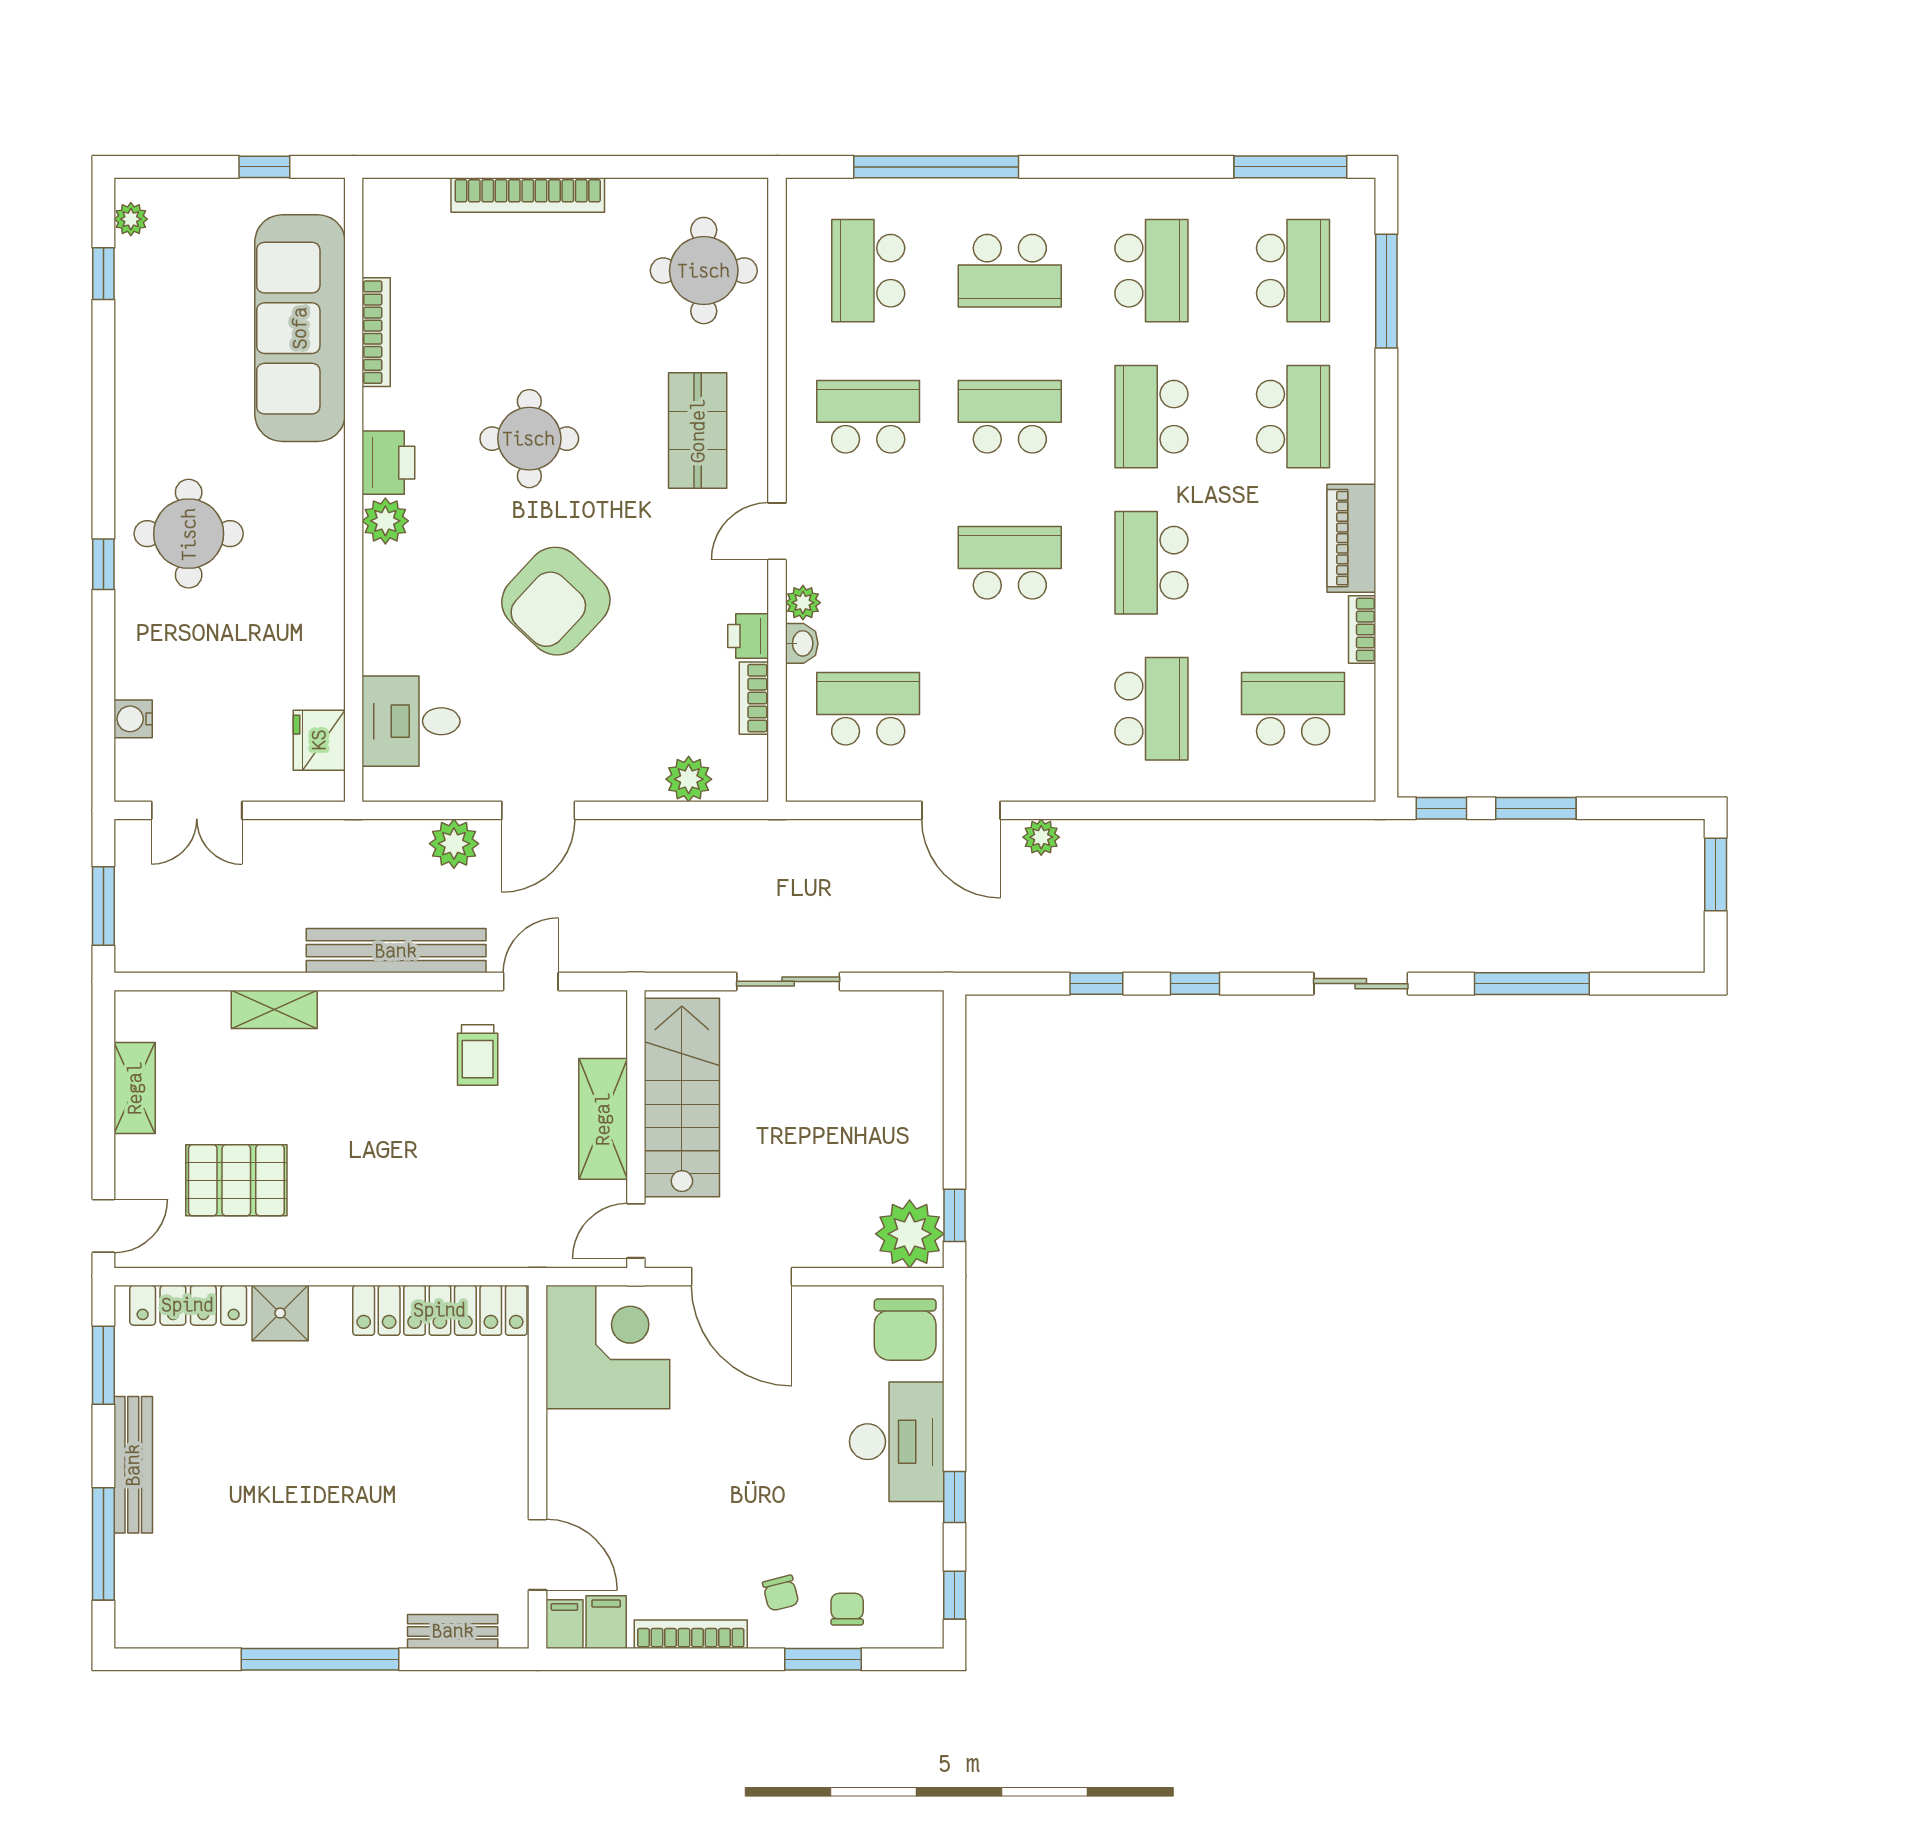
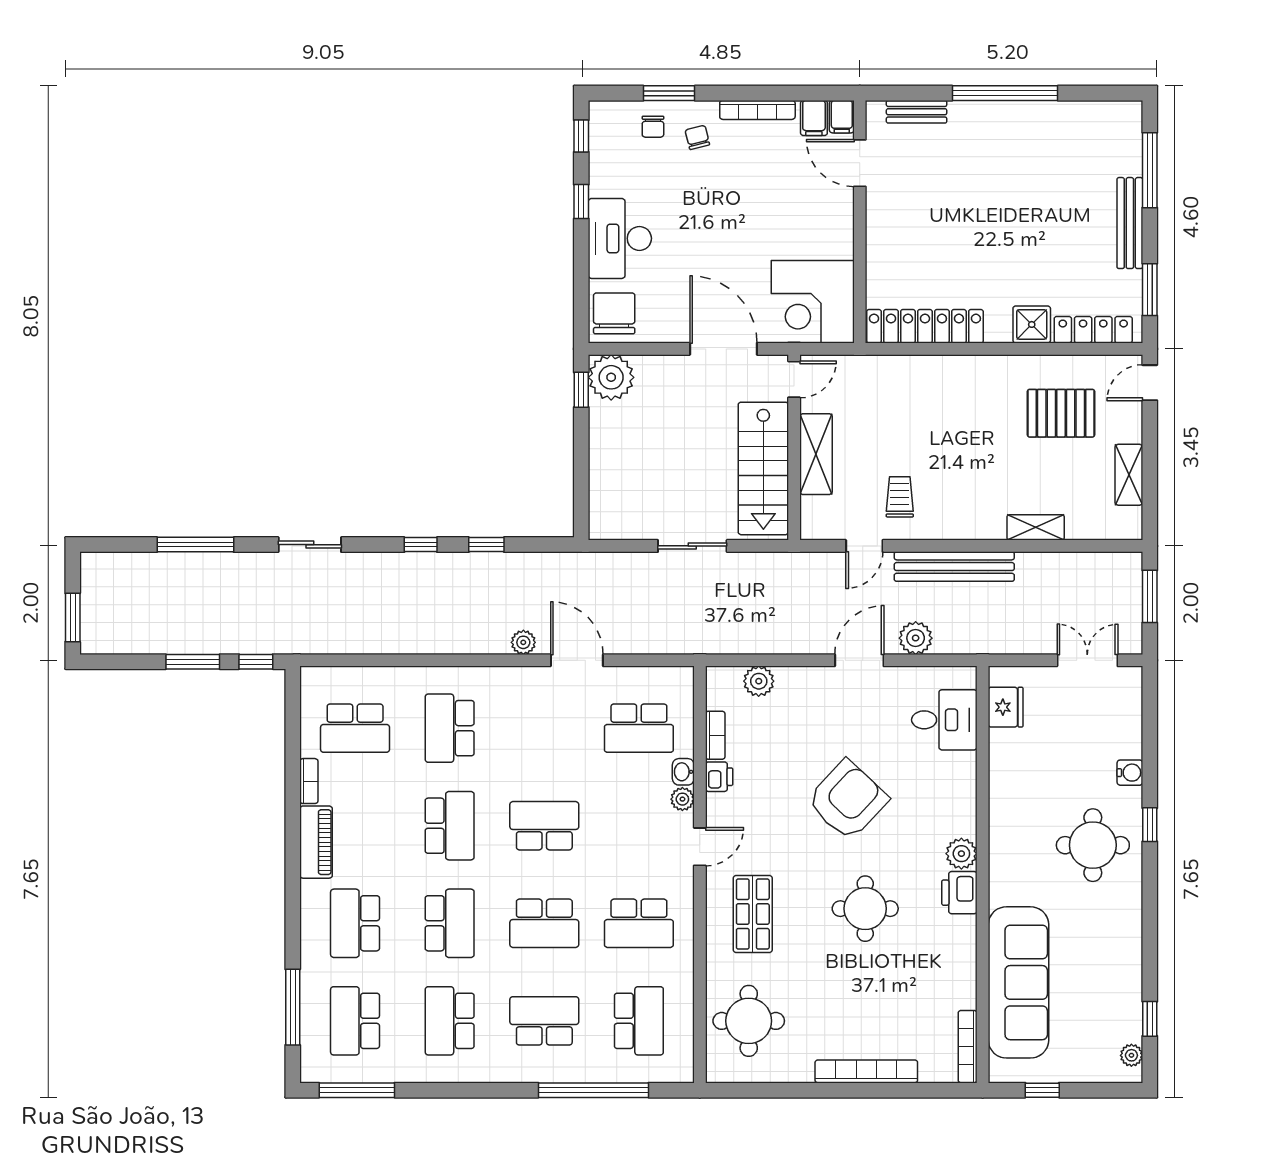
bookcase: (376, 332) -> (968, 1047), moved
school desk: (1010, 563) -> (544, 826), turned 180
water cooler: (133, 719) -> (1130, 773), moved

